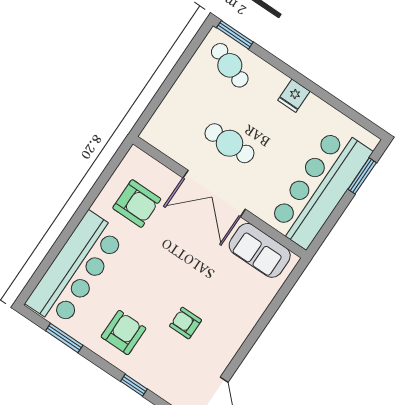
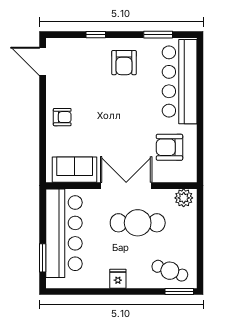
plant: (159, 136) -> (184, 198), added
cafe table: (229, 143) -> (138, 223), width x1.37, depth x1.35
armchair: (186, 323) -> (62, 117), moved

